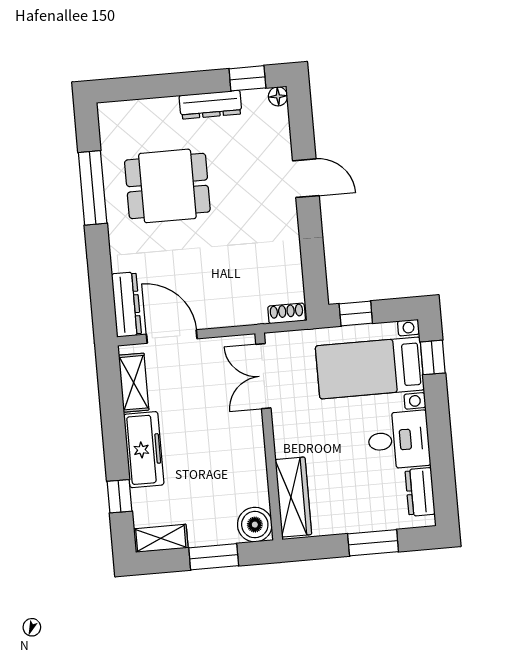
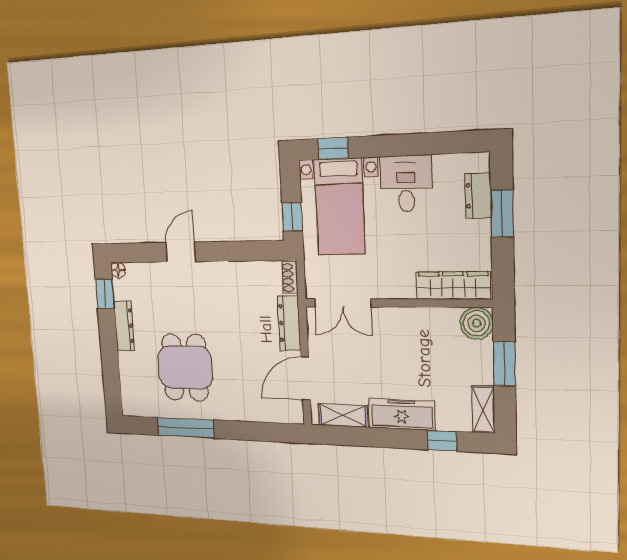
dresser: (126, 304) -> (289, 323), moved, turned -90
dresser: (420, 492) -> (478, 196), moved, turned 90

